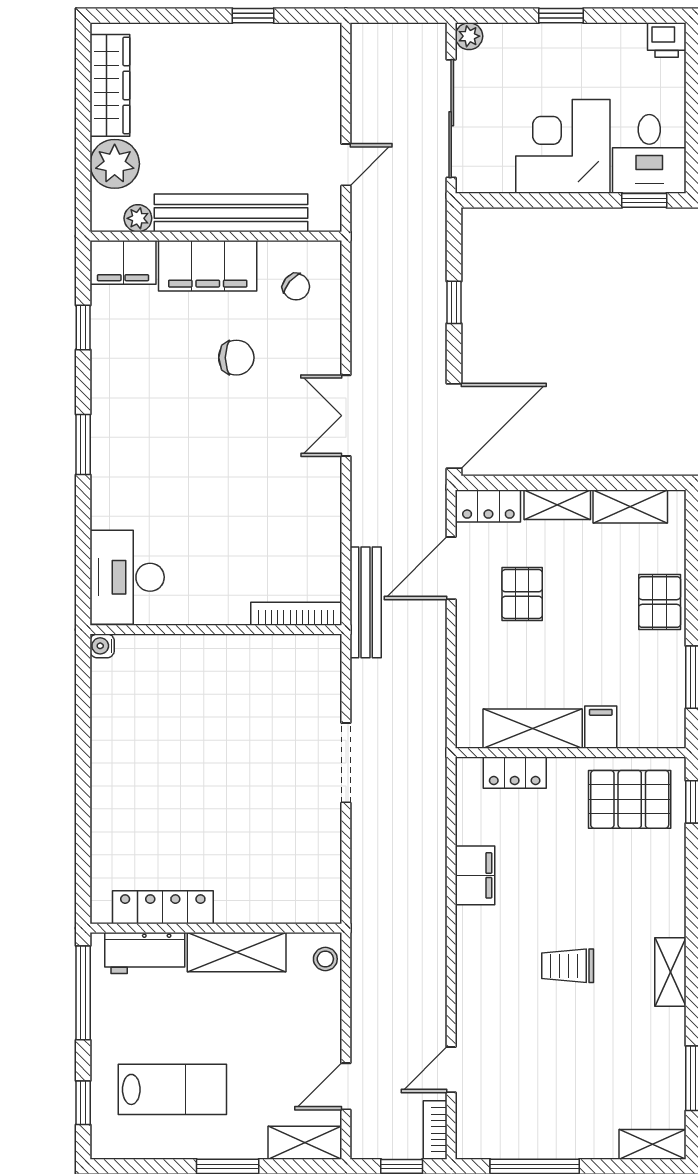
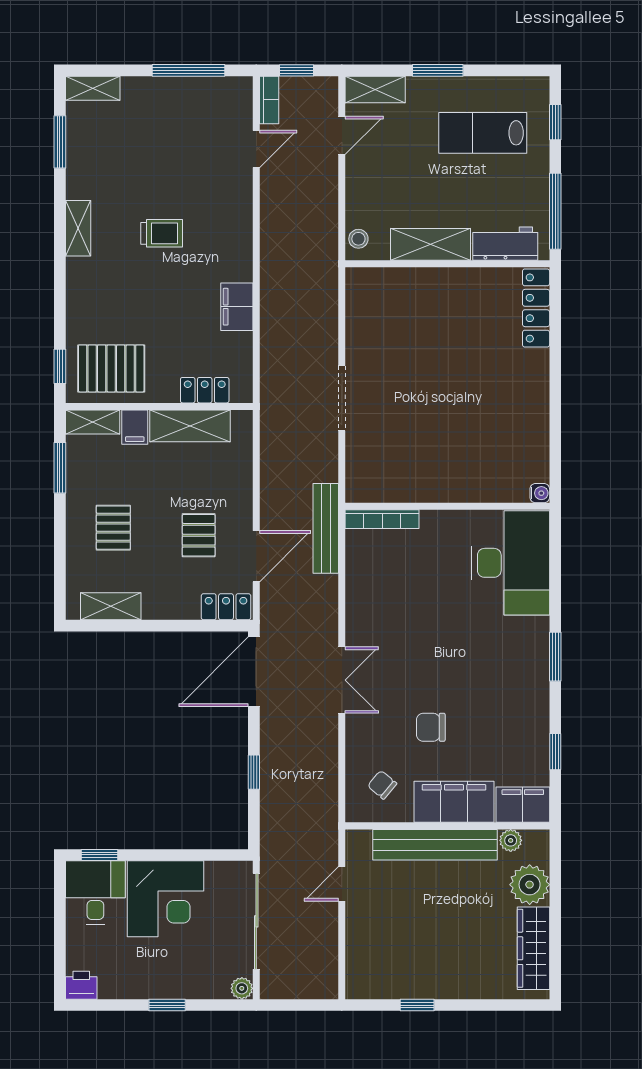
shelving: (557, 505) -> (93, 422), moved
desk: (127, 577) -> (510, 563), width x1.36, depth x1.30
pallet: (660, 602) -> (113, 528), moved
locker: (163, 907) -> (536, 308), moved, turned 90

